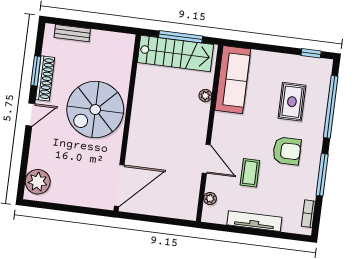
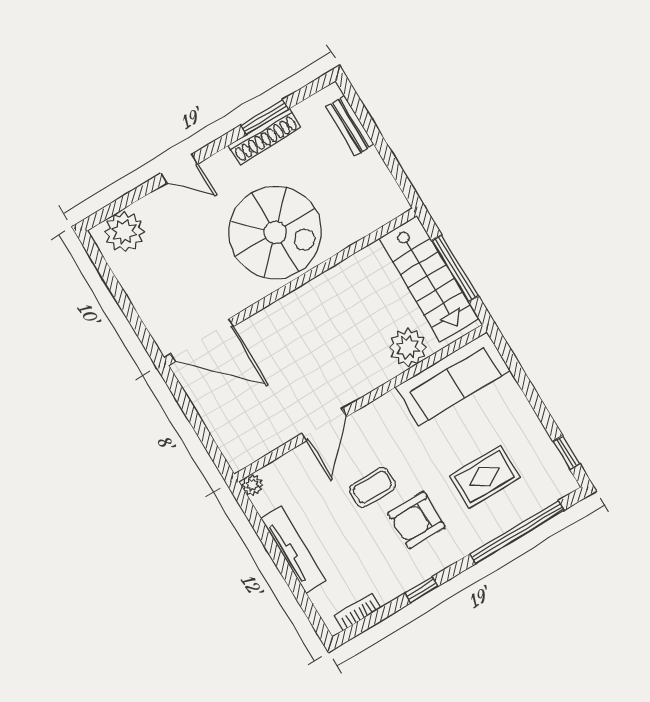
plant: (205, 96) -> (408, 347), width x1.88, depth x1.88
spiral stairs: (95, 110) -> (275, 232), turned 180
door: (30, 115) -> (179, 169), moved
armchair: (287, 151) -> (416, 520), turned 90
coffee table: (250, 173) -> (372, 487), moved
window: (322, 175) -> (421, 590), width x0.46
plant: (210, 199) -> (252, 485), moved

